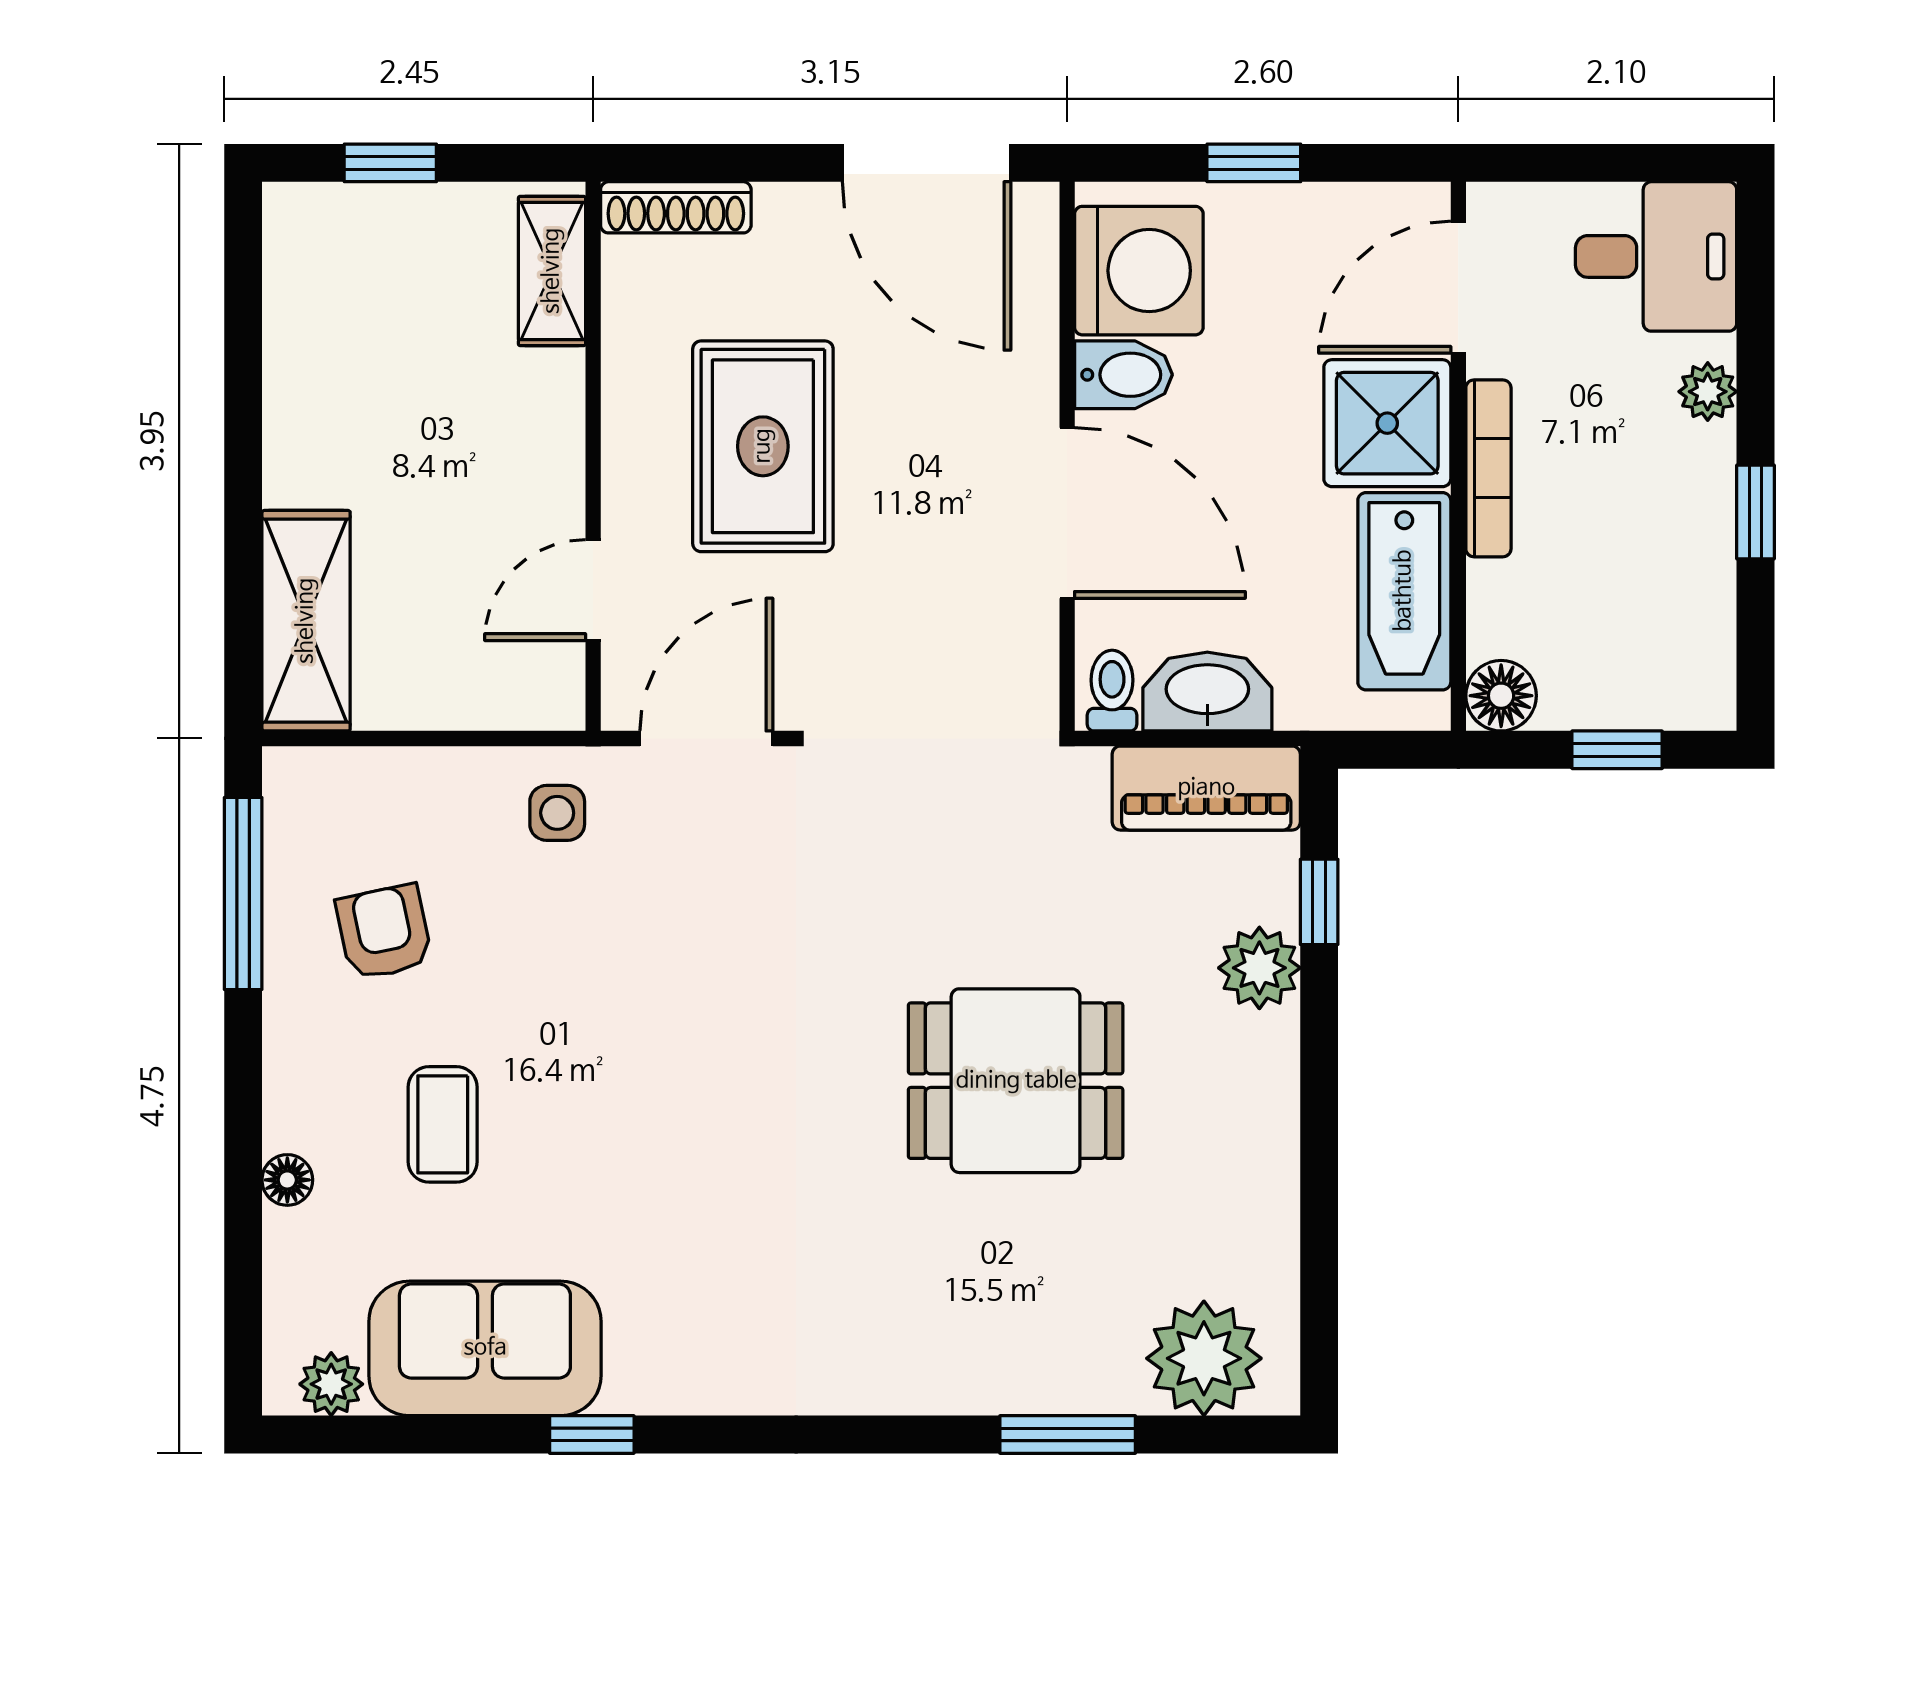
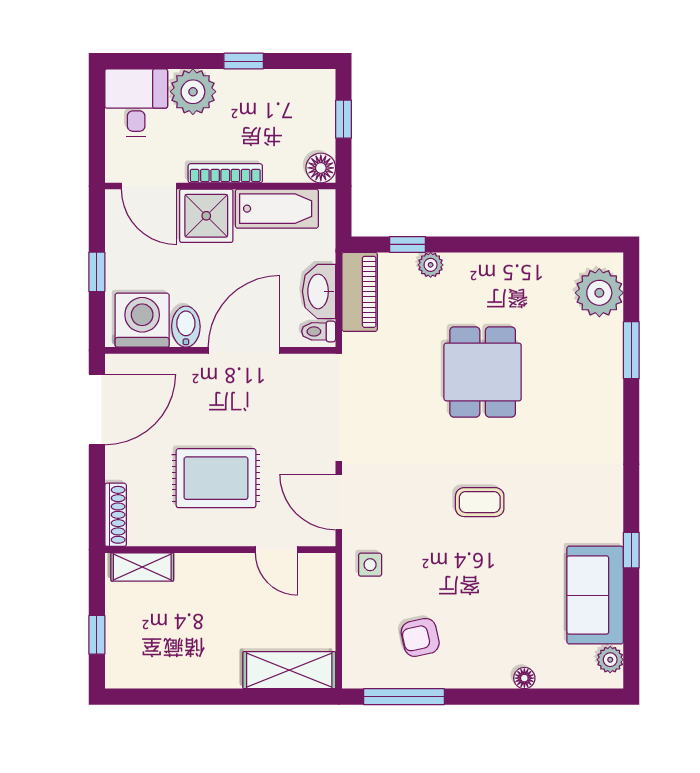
plant: (1708, 392) -> (193, 92), width x1.87, depth x1.87
plant: (1259, 968) -> (431, 265), width x0.73, depth x0.73
coffee table: (443, 1124) -> (480, 502), moved

